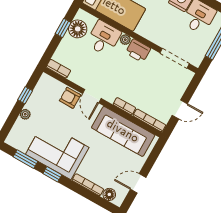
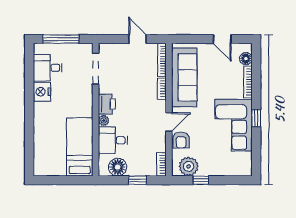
window: (63, 28) -> (137, 180), moved
plant: (25, 114) -> (189, 166), moved, width x1.88, depth x1.88
window: (25, 159) -> (256, 149), removed

